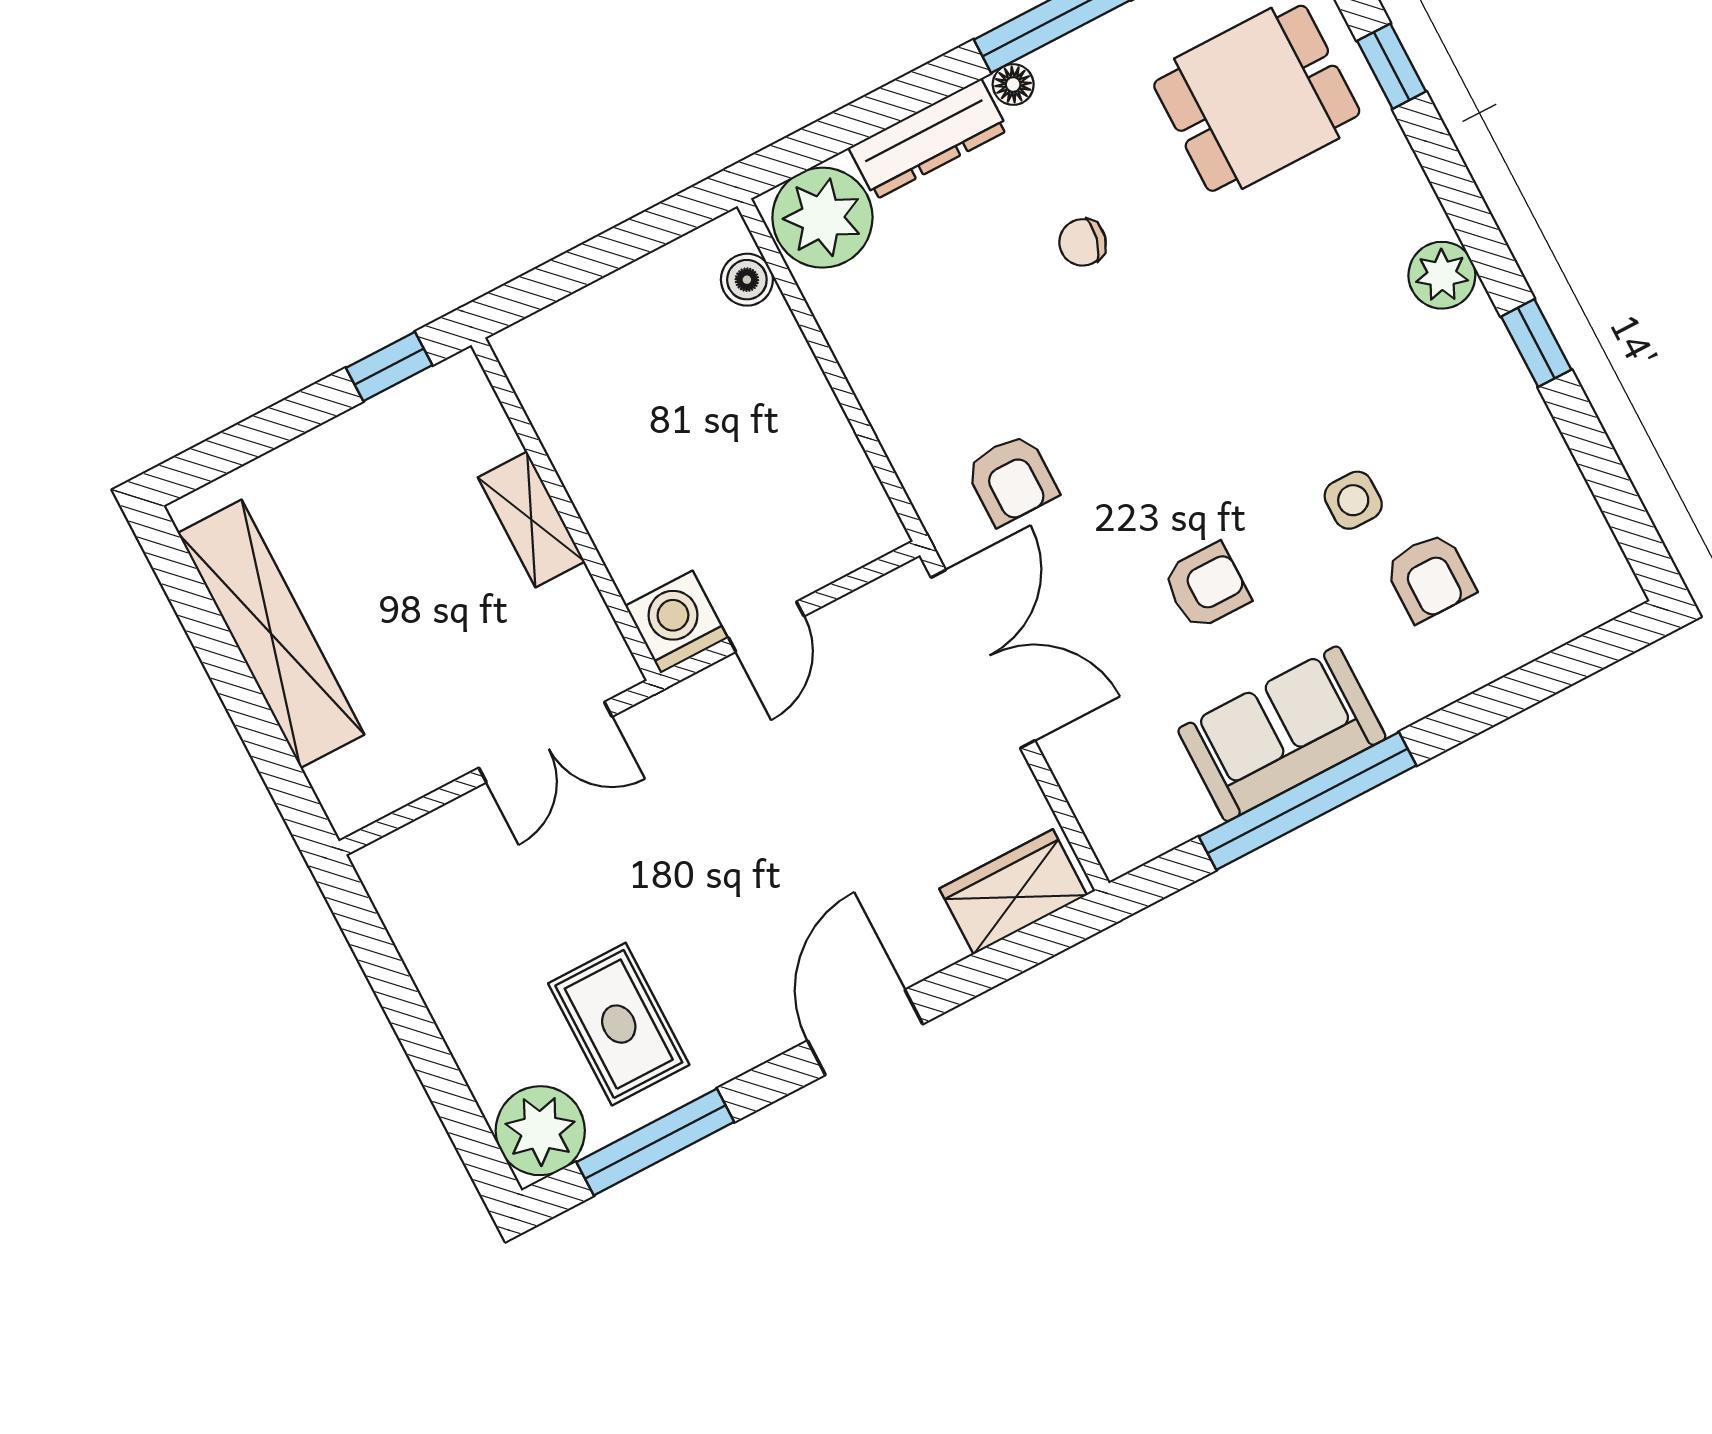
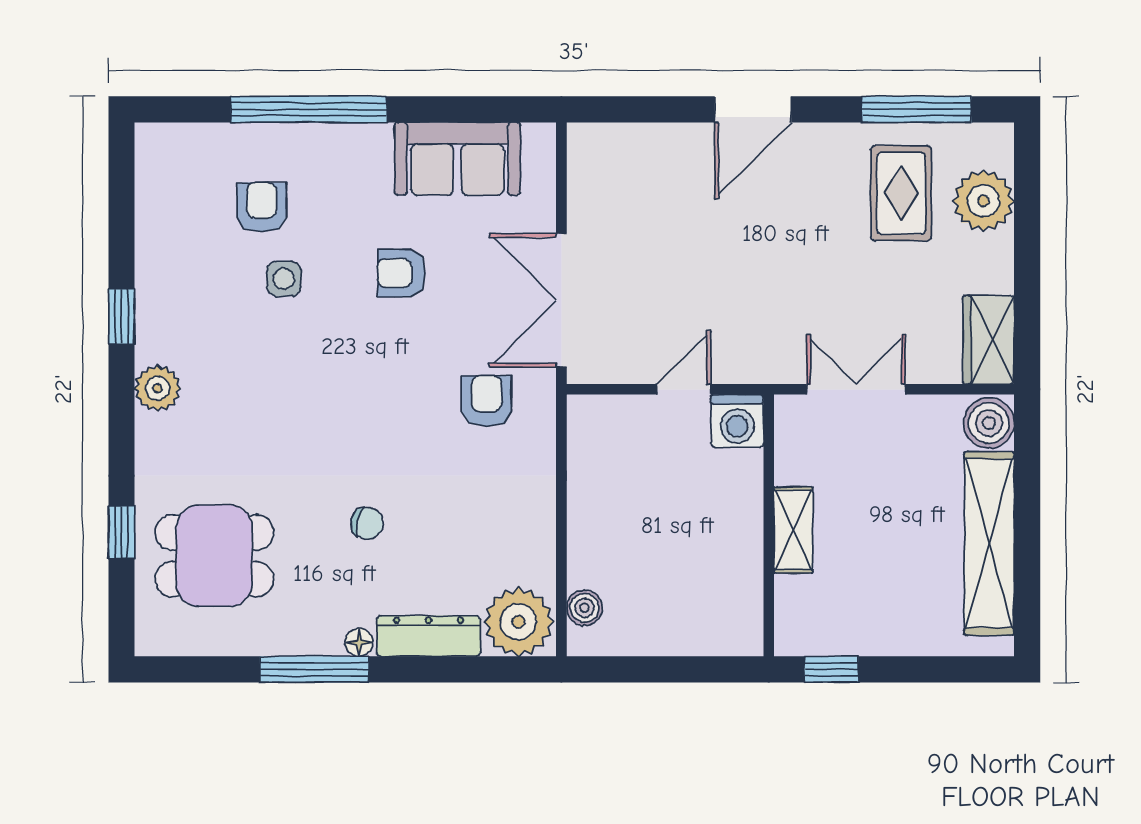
sofa: (1282, 734) -> (457, 159), moved
boiler: (352, 788) -> (989, 423), added
window: (1308, 801) -> (309, 109), moved
wardrobe: (1013, 892) -> (989, 340), moved, turned 90
plant: (540, 1131) -> (983, 201), moved

